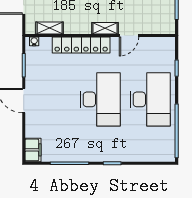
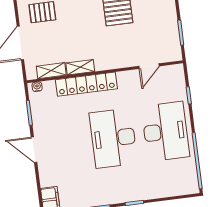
shelving: (105, 28) -> (80, 67), moved
door: (129, 36) -> (149, 66), moved
desk: (100, 99) -> (113, 138), turned 180

